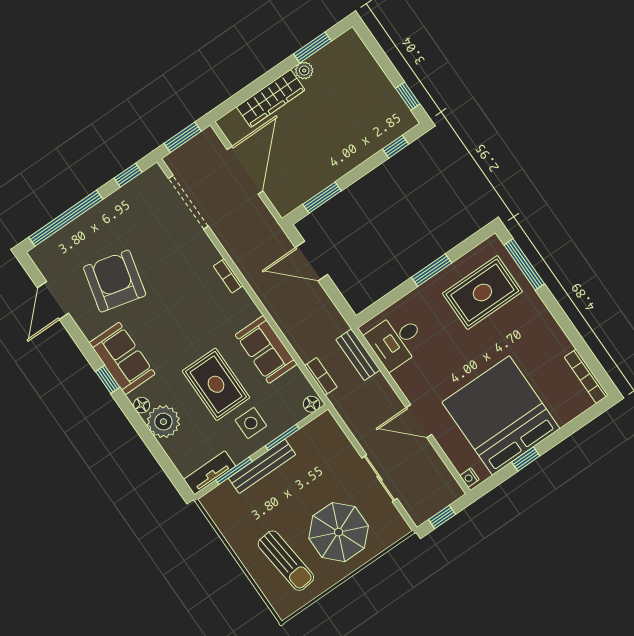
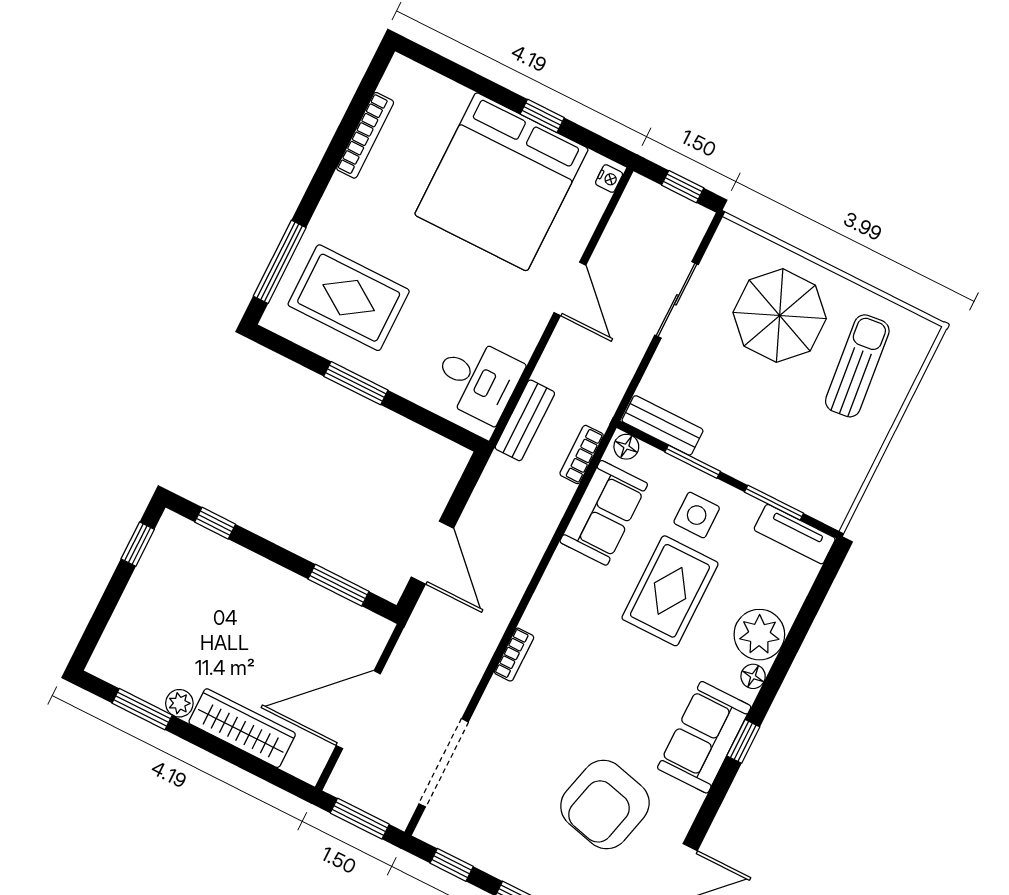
sofa: (266, 349) -> (604, 513), moved
bookcase: (586, 376) -> (365, 135), moved
bench: (262, 466) -> (662, 425), moved, width x0.73

